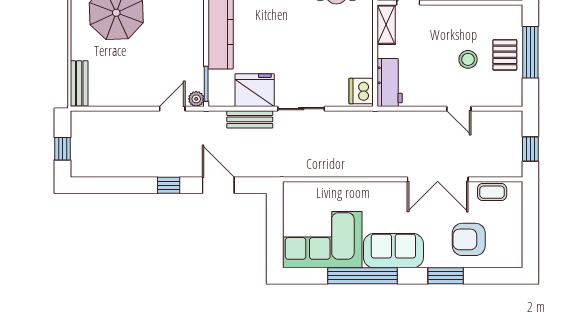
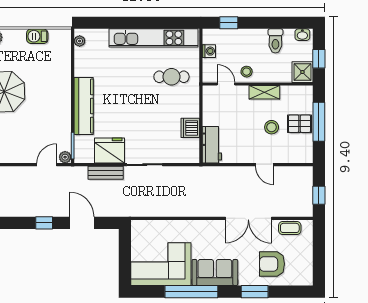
shelving: (386, 25) -> (264, 92), moved, turned 90
pallet: (505, 55) -> (300, 124), turned 90
dishwasher: (361, 91) -> (190, 128), moved

